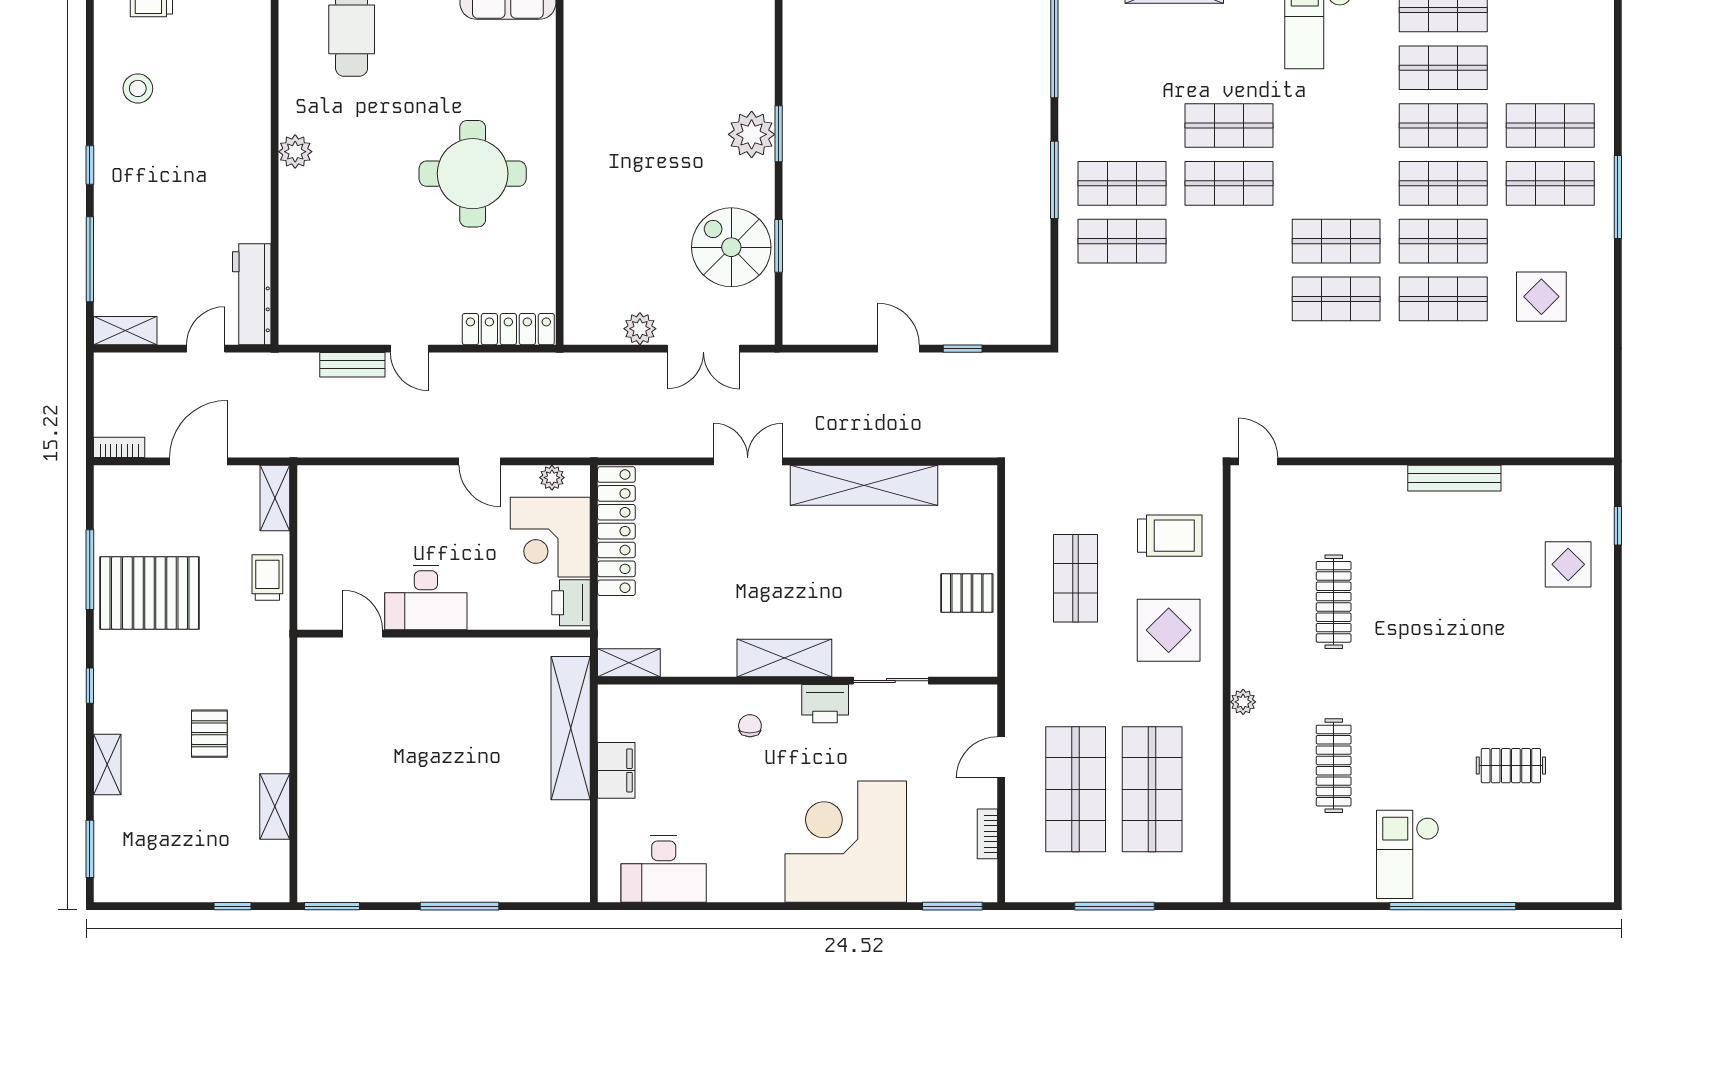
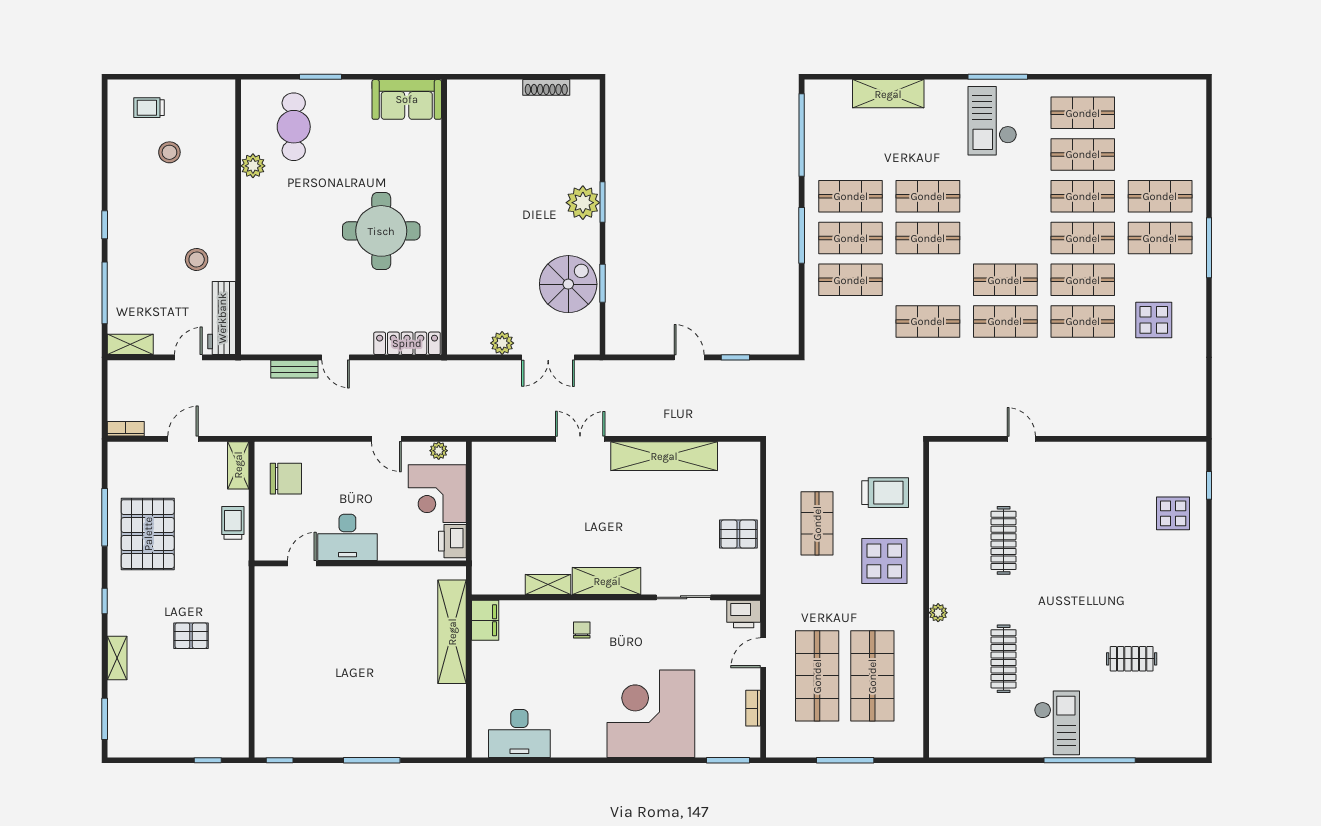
stool: (138, 88) -> (169, 152), moved
shop shelf: (1122, 126) -> (851, 196), added
plant: (295, 152) -> (253, 166), moved
stool: (217, 213) -> (197, 259), added
spiral stairs: (731, 247) -> (568, 284), turned 90
shop shelf: (1229, 299) -> (928, 321), added
door: (198, 461) -> (183, 439), width x0.73
door: (1258, 461) -> (1021, 439), moved
bench: (1454, 478) -> (1091, 451), removed
chair: (341, 516) -> (286, 479), added
locker: (616, 531) -> (485, 489), removed
pallet: (149, 593) -> (148, 534), turned 90
door: (363, 634) -> (302, 563), hinge flipped
shelving: (629, 663) -> (548, 584), moved
printer: (825, 704) -> (744, 614), moved
pallet: (209, 734) -> (191, 636), turned 90
filing cabinet: (616, 770) -> (485, 620), moved
shelving: (275, 806) -> (238, 688), removed
checkout: (1408, 854) -> (1057, 723), turned 180
window: (332, 906) -> (280, 760), width x0.67

